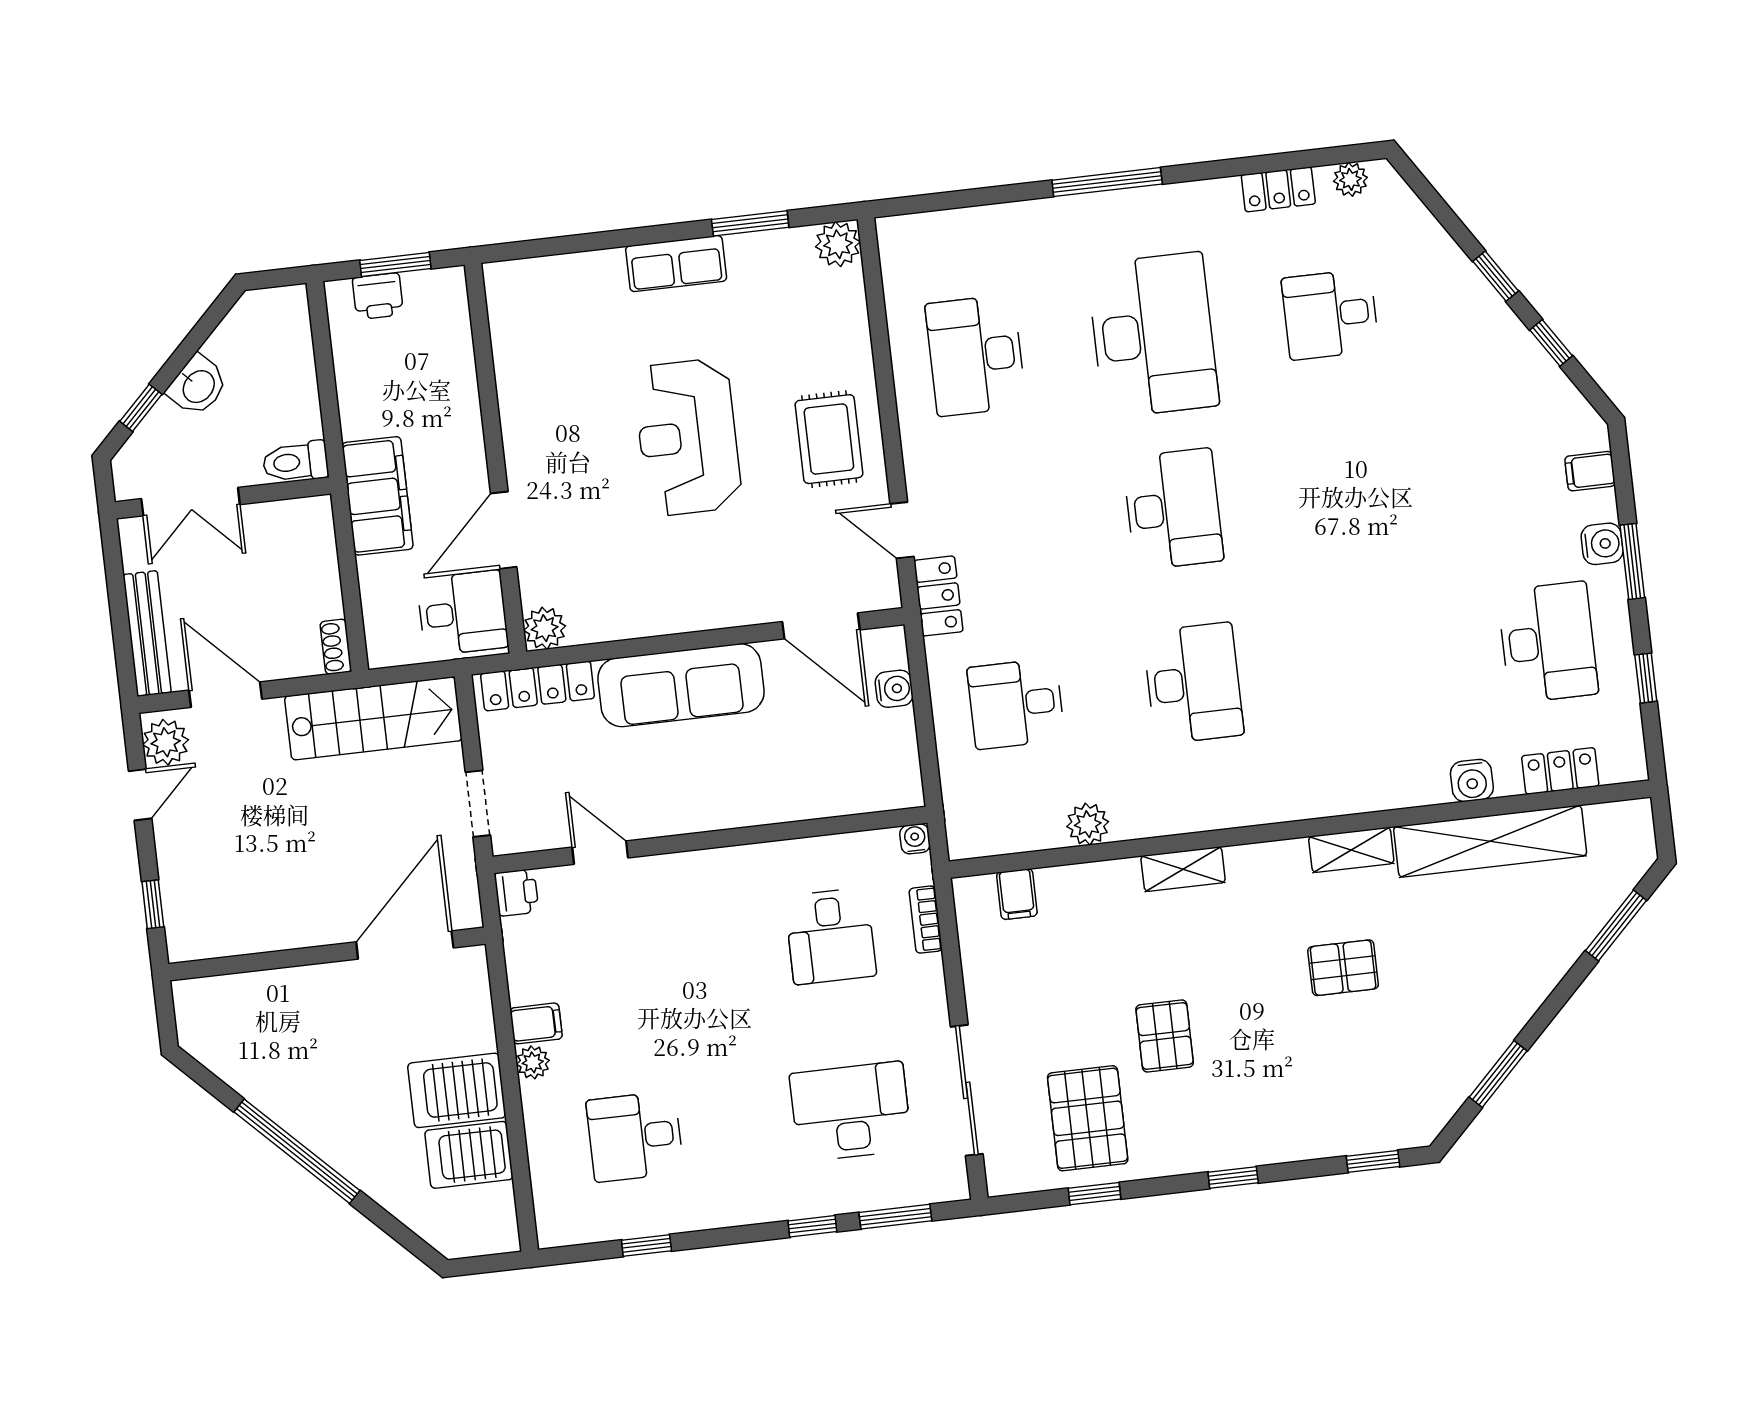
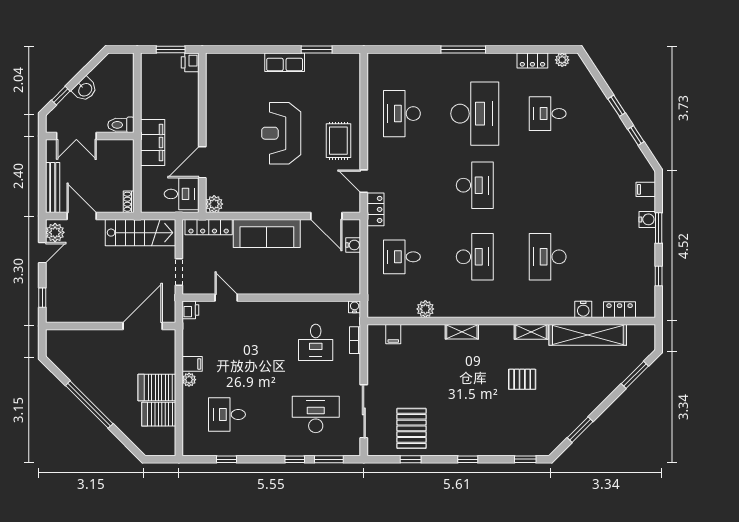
plant: (838, 244) -> (351, 62), removed
printer: (378, 296) -> (190, 62), moved, turned 90
desk: (1548, 642) -> (548, 257), moved, turned 180
pallet: (1165, 1036) -> (447, 399), removed

